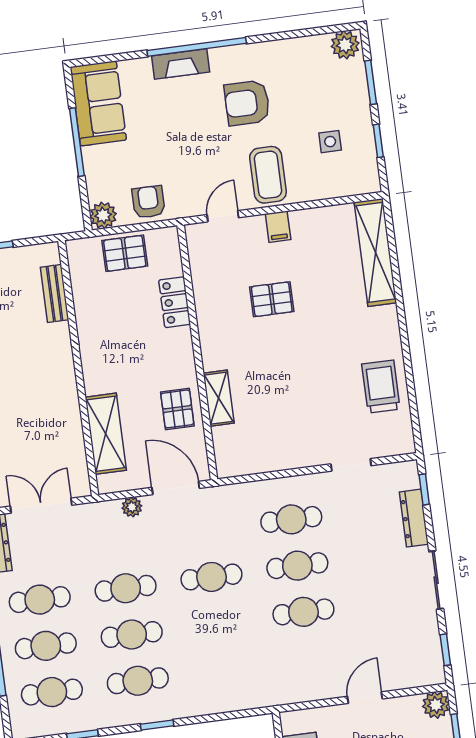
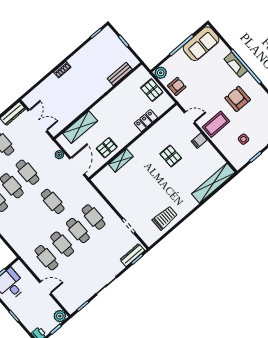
dresser: (414, 518) -> (132, 255), moved
cafe table: (310, 658) -> (46, 258), added

